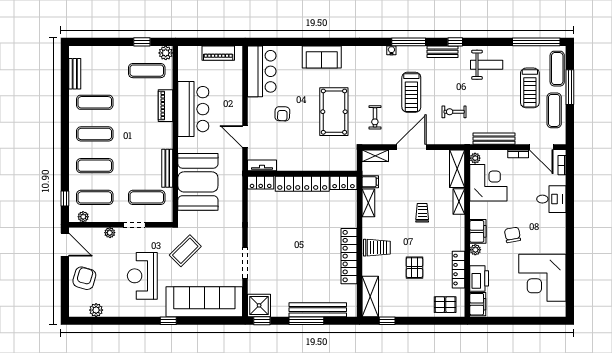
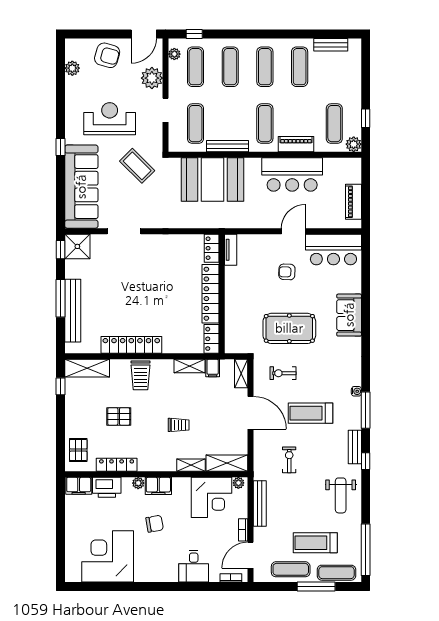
exercise mat: (147, 134) -> (265, 124), added
door: (245, 137) -> (293, 231), moved
plant: (110, 233) -> (152, 78), width x1.88, depth x1.88

